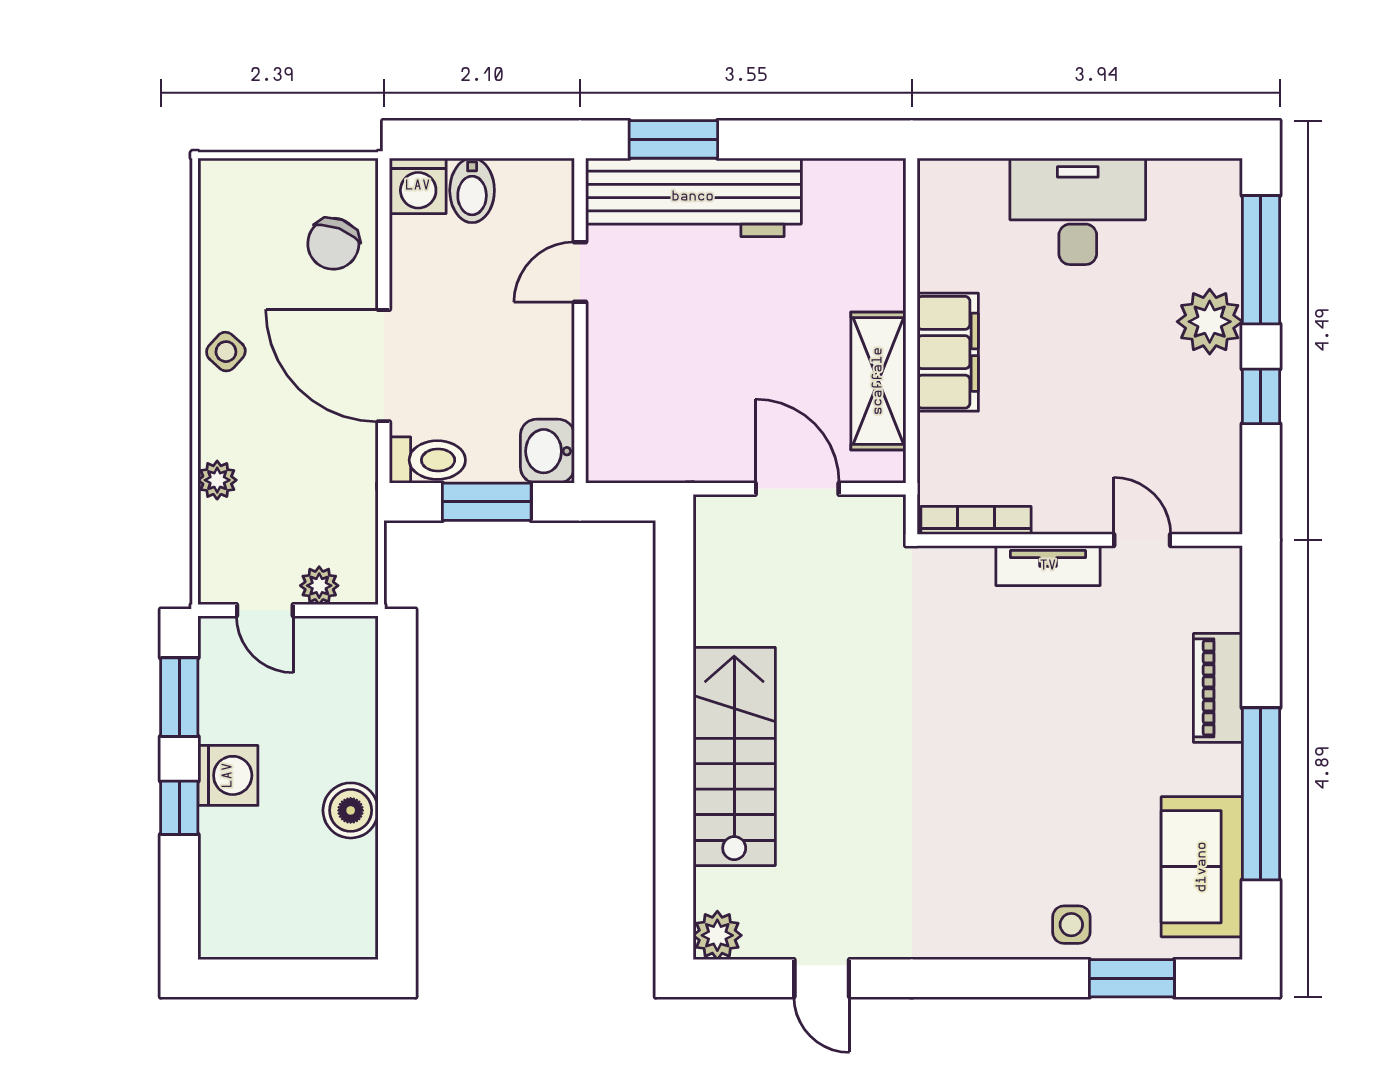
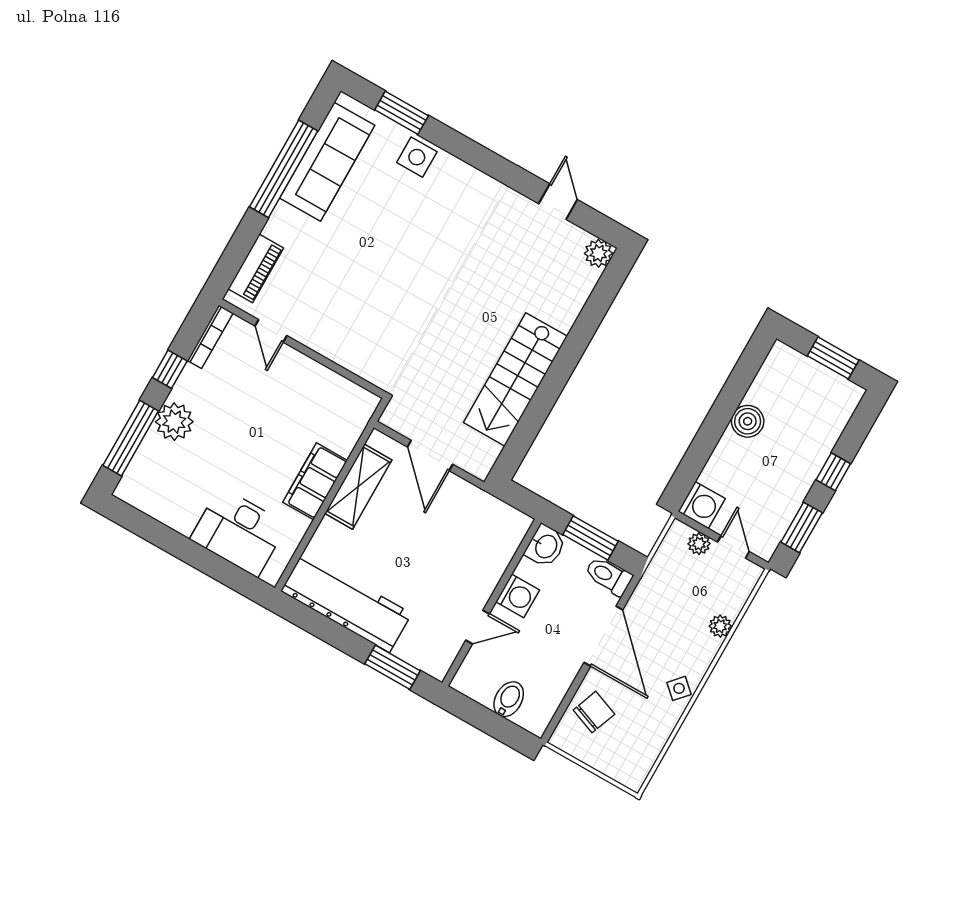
washing machine: (418, 186) -> (518, 596), moved, turned 90
workbench: (693, 197) -> (346, 602), moved
desk: (1078, 211) -> (239, 532), moved
bookcase: (976, 520) -> (210, 337), moved, turned -90
tv unit: (1048, 566) -> (326, 345), removed
piano: (1218, 688) -> (256, 268), moved
stairs: (734, 756) -> (515, 379), moved
washing machine: (228, 775) -> (702, 505), moved, turned 180
sofa: (1202, 867) -> (327, 162), width x1.36
side table: (1071, 925) -> (417, 157), width x1.37, depth x1.37
window: (276, 978) -> (833, 358), added

